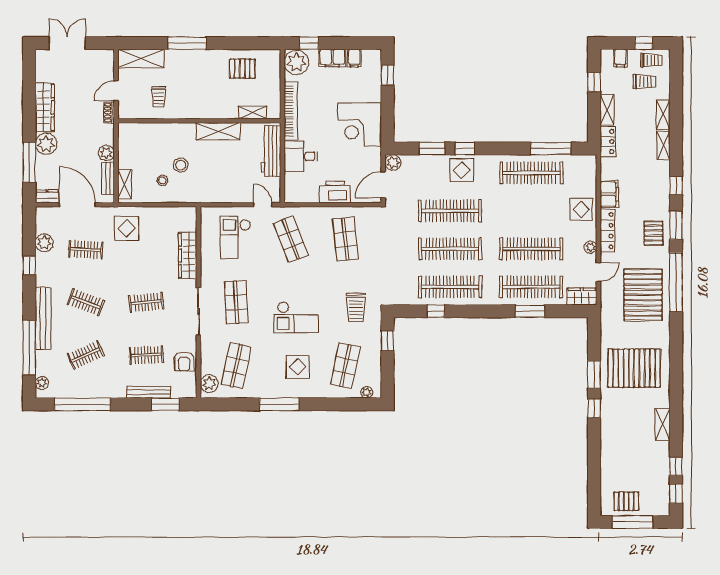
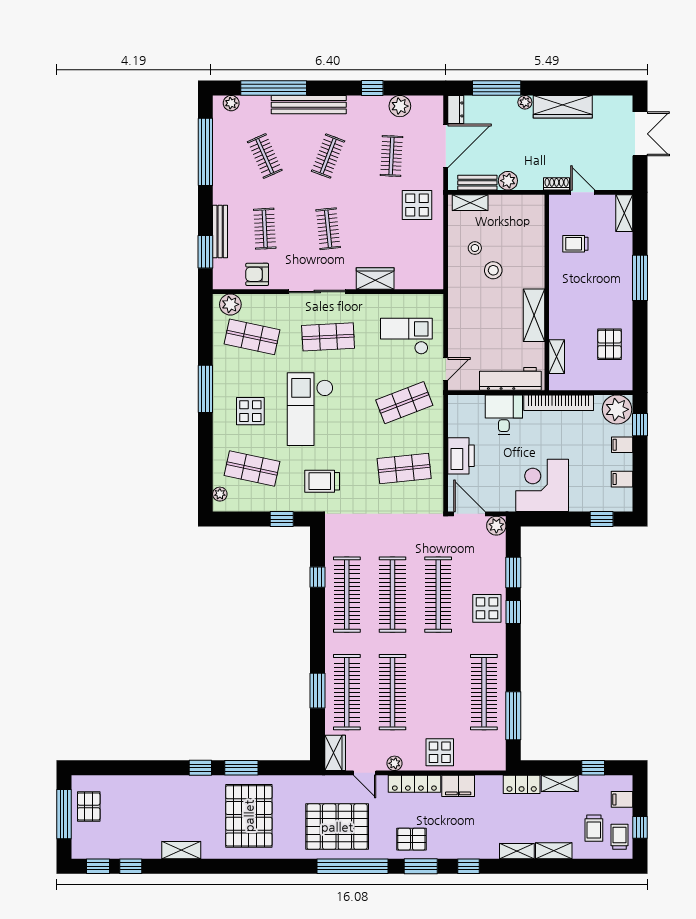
filing cabinet: (332, 58) -> (622, 445), width x0.50
shelving: (141, 59) -> (624, 213), width x0.67, depth x0.75
trolley: (651, 60) -> (620, 837), turned 180
plant: (46, 144) -> (525, 102), width x0.53, depth x0.53
wardrobe: (188, 256) -> (375, 278), width x0.67
checkout: (296, 317) -> (310, 409), width x1.36, depth x1.21

